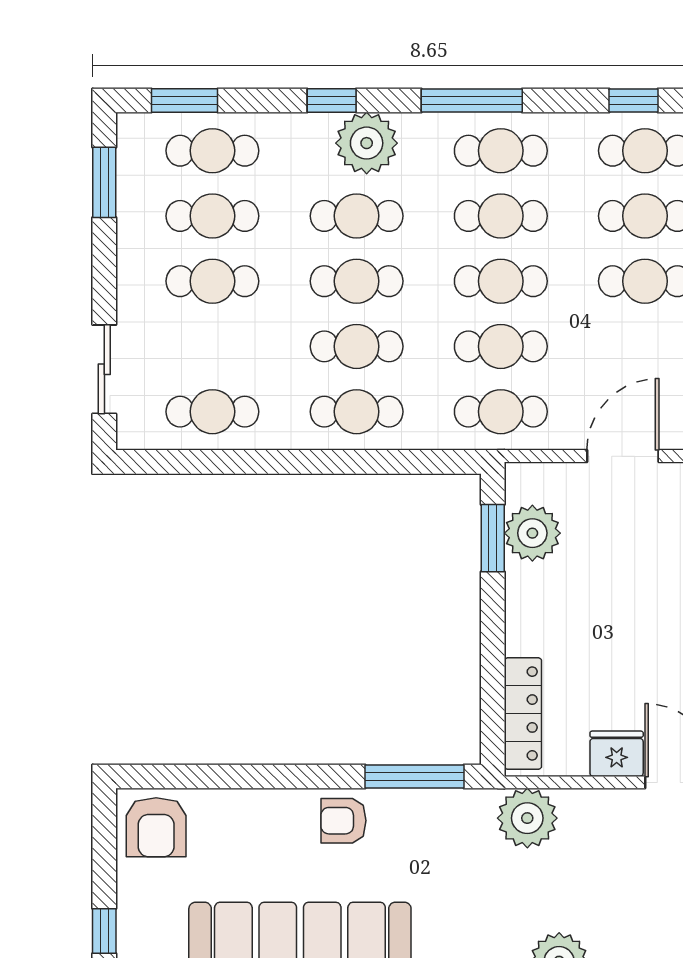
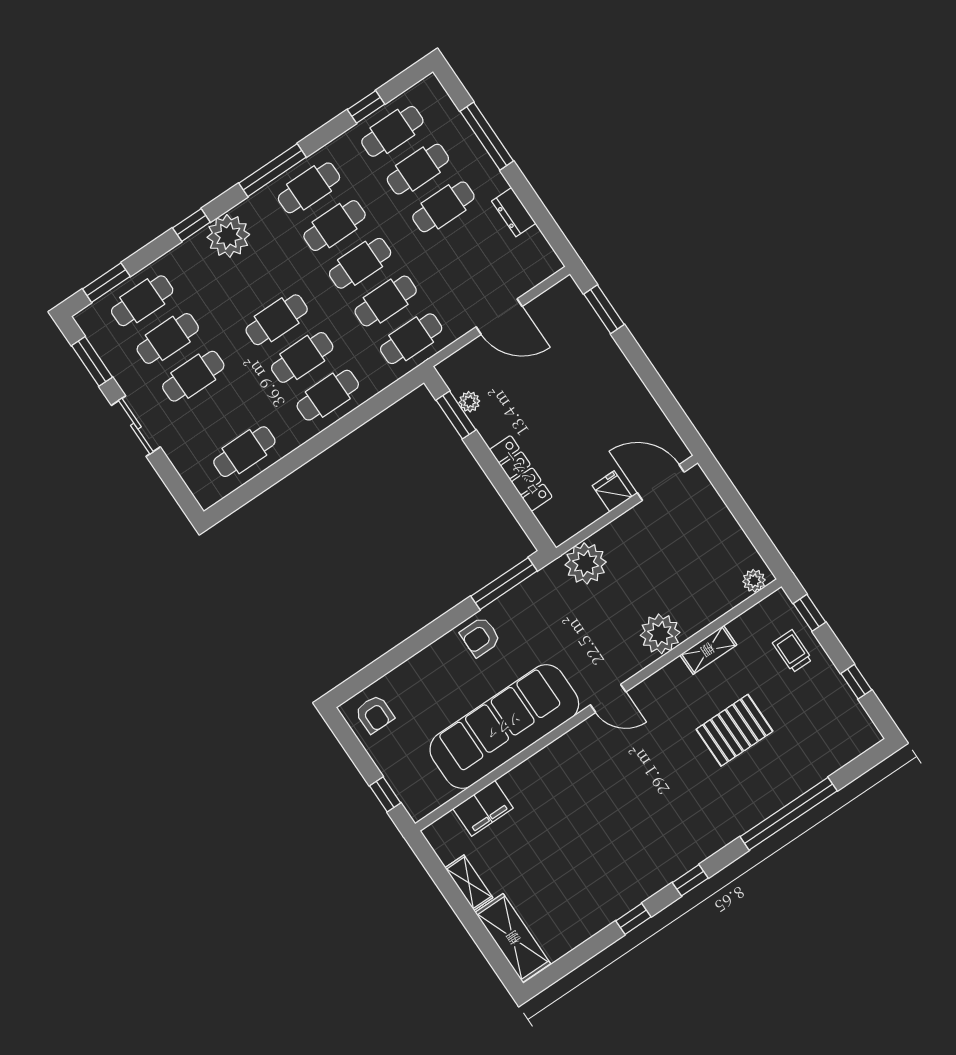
cafe table: (357, 216) -> (251, 282), removed
sliding door: (104, 369) -> (136, 426), moved
door: (623, 456) -> (499, 317), swing flipped
plant: (532, 533) -> (469, 402), width x0.53, depth x0.53
locker: (523, 714) -> (521, 473), moved
fridge: (617, 754) -> (612, 491), width x0.72
armchair: (156, 827) -> (375, 714), width x0.72, depth x0.72

